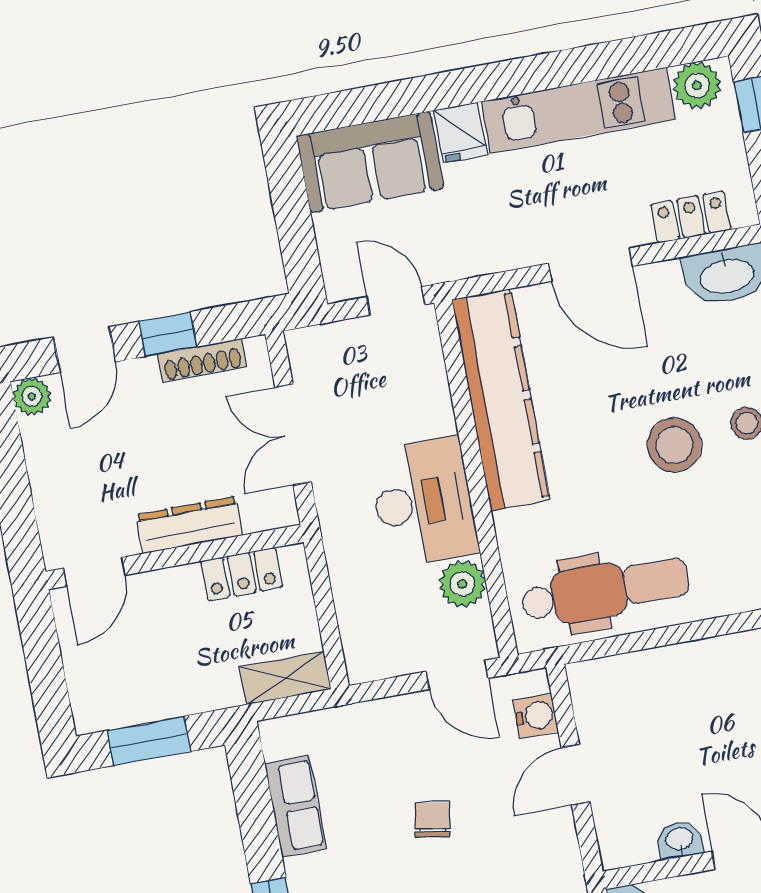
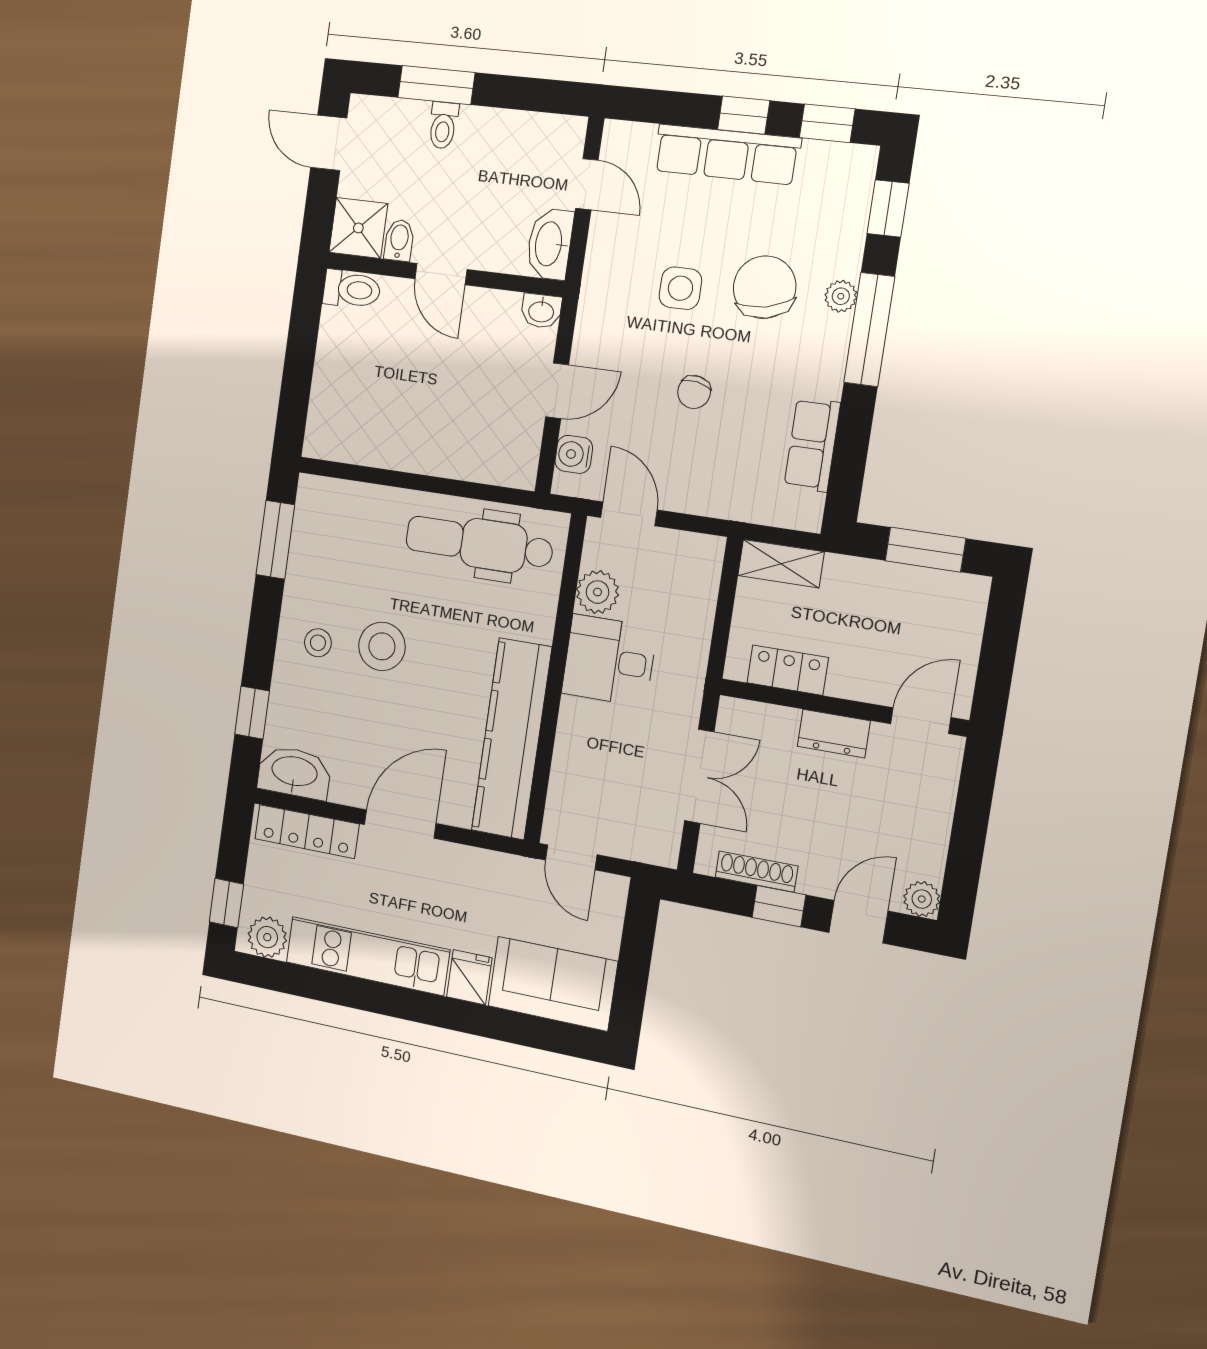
locker: (691, 217) -> (307, 832), width x1.53
door: (590, 265) -> (400, 824), hinge flipped
desk: (423, 502) -> (609, 660), width x0.73
dresser: (189, 525) -> (834, 734), width x0.70
washbasin: (680, 840) -> (541, 311), moved

